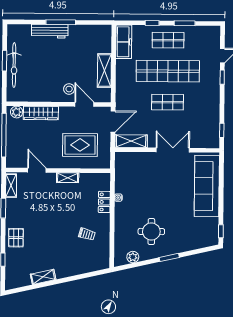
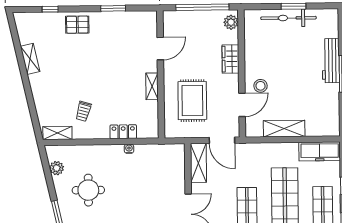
wardrobe: (41, 113) -> (231, 59), width x0.67
shelving: (11, 186) -> (57, 133), moved

